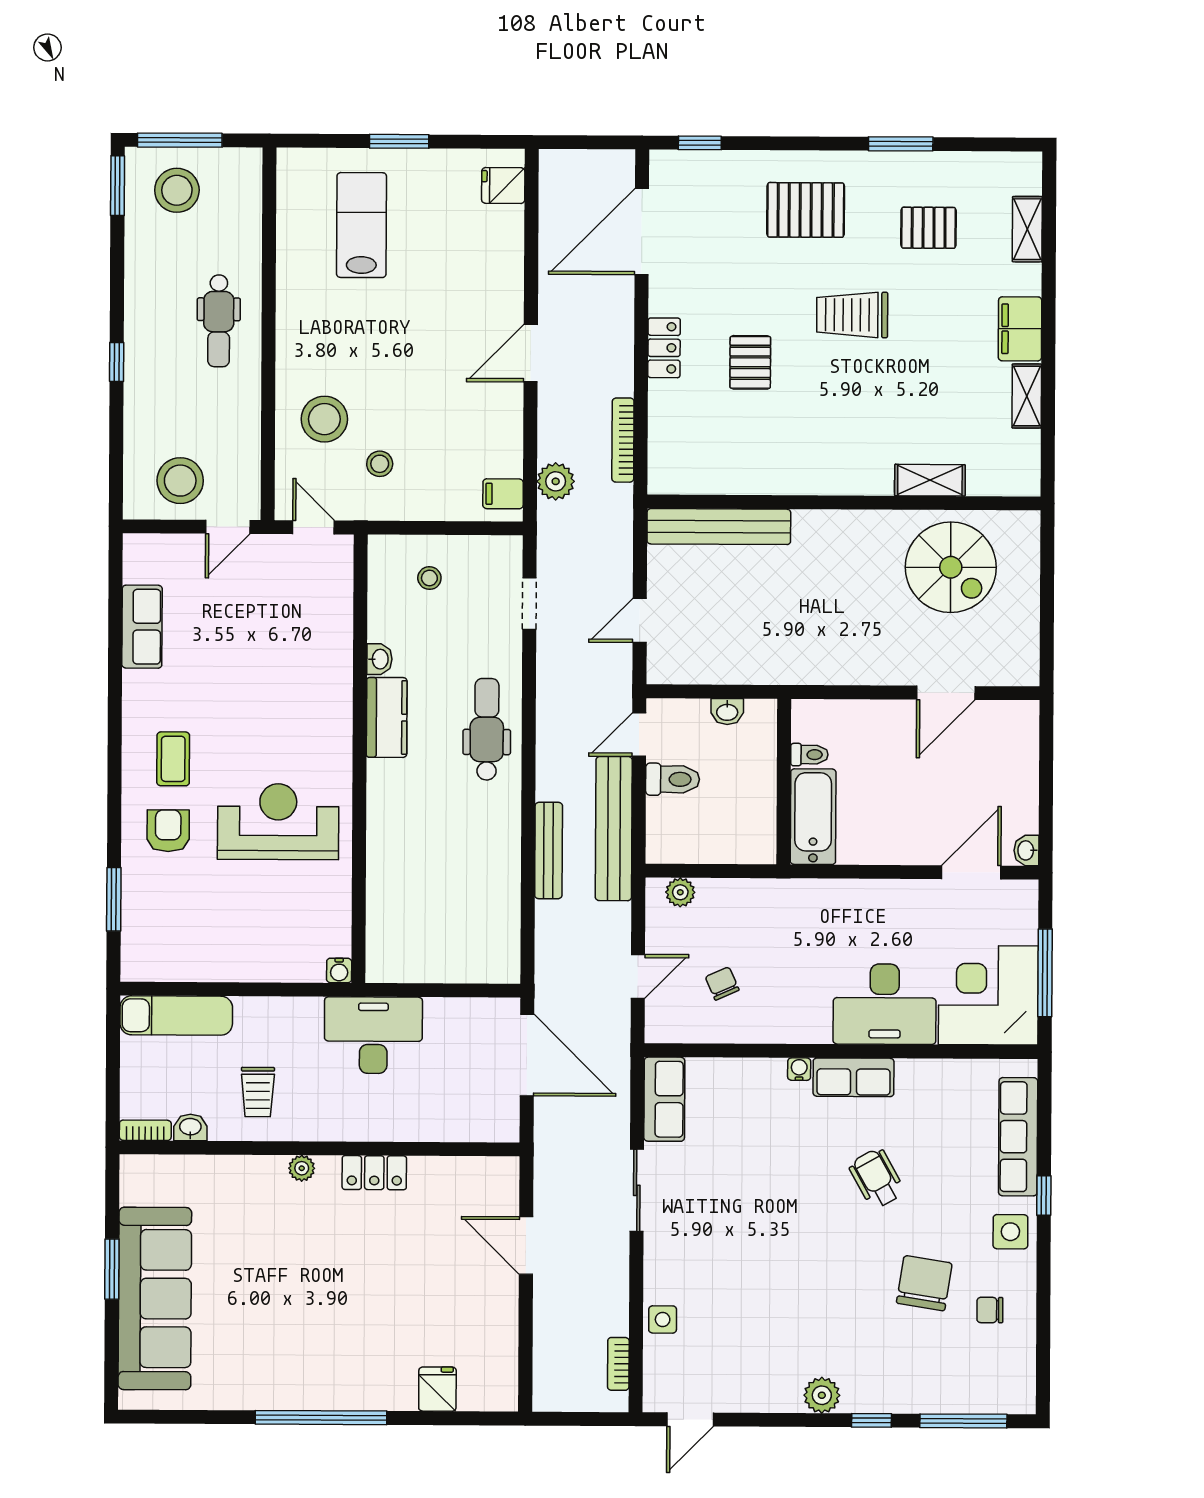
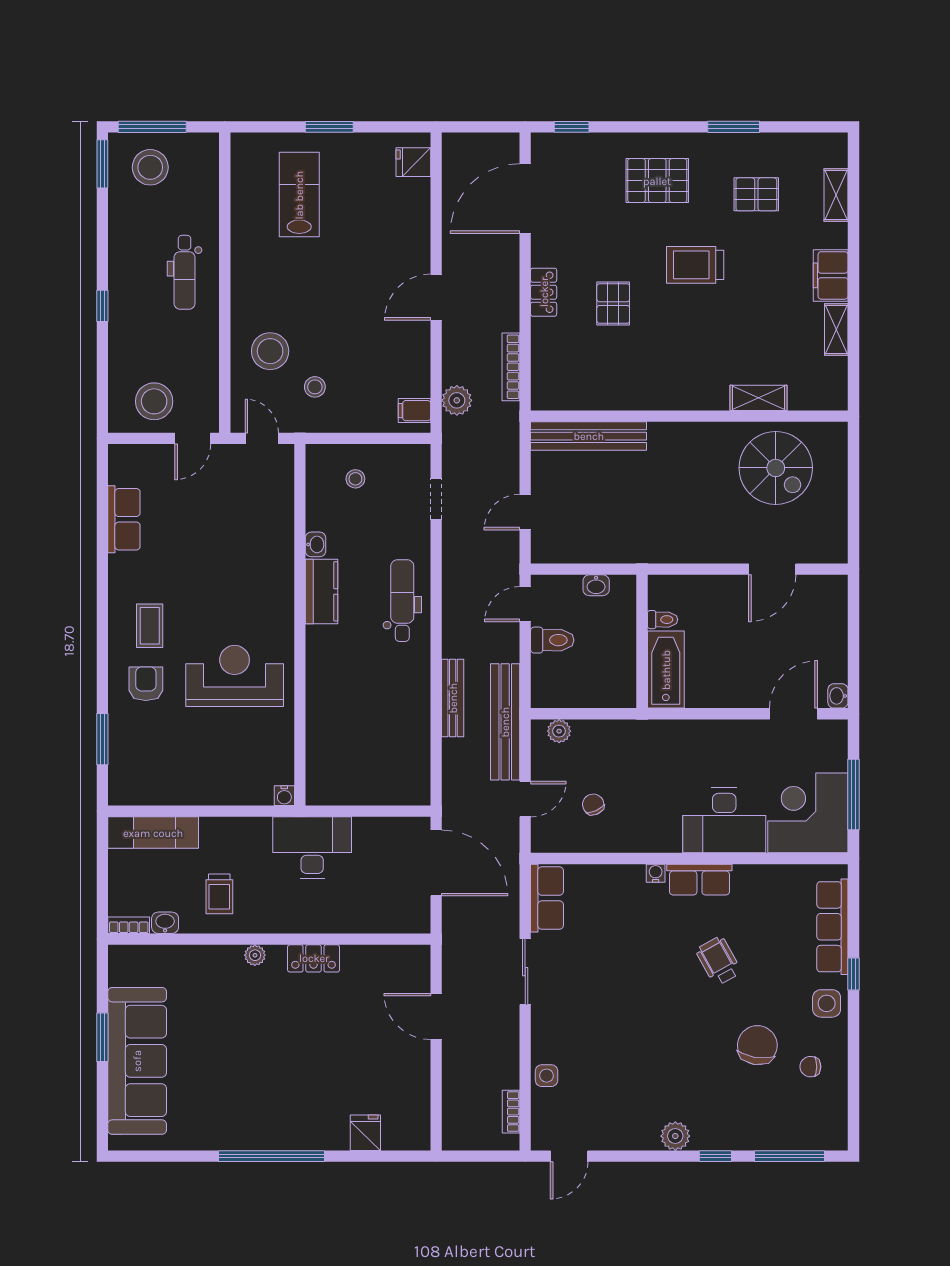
bench: (614, 829) -> (505, 722), moved

